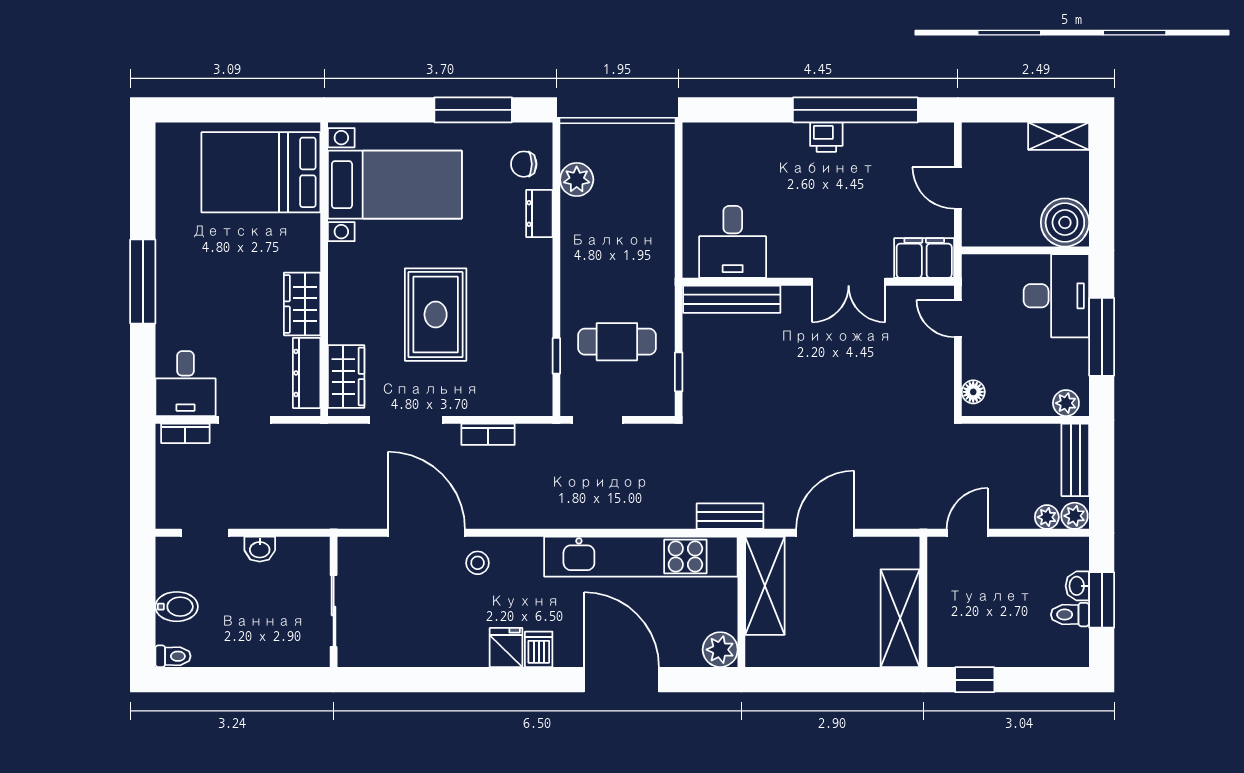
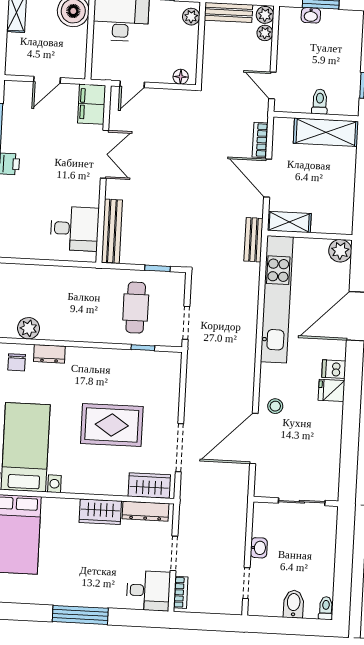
bookcase: (488, 434) -> (260, 140), moved, turned 180
shelving: (765, 586) -> (289, 222), width x0.67, depth x0.75
toilet: (1070, 615) -> (320, 102), moved, turned 180

